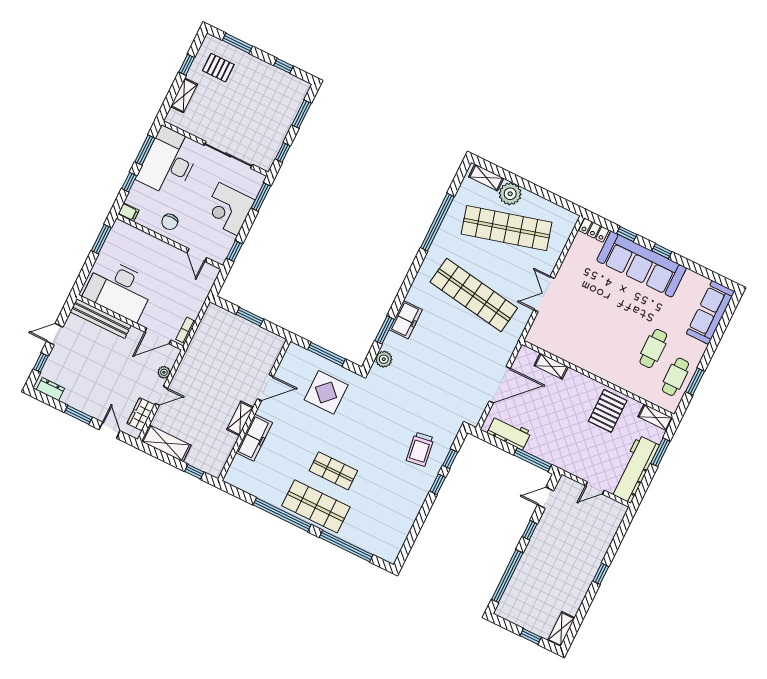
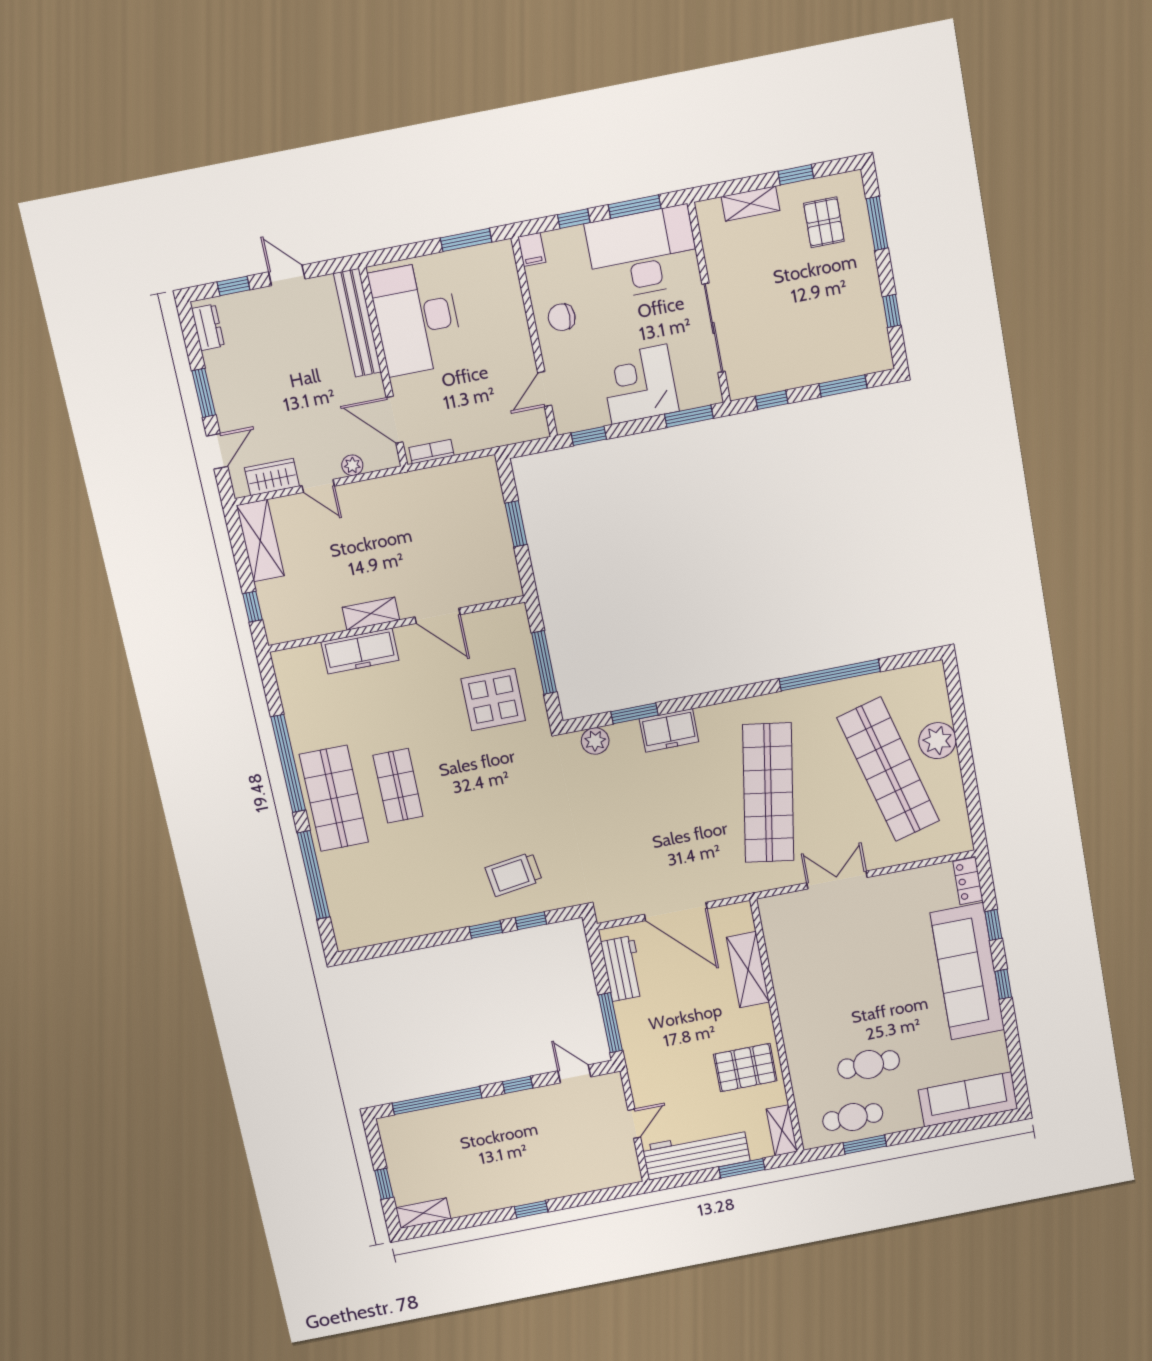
shelving: (486, 178) -> (936, 694), removed
shelving: (551, 366) -> (748, 970), width x1.50, depth x1.33
door: (595, 488) -> (634, 1124), swing flipped

